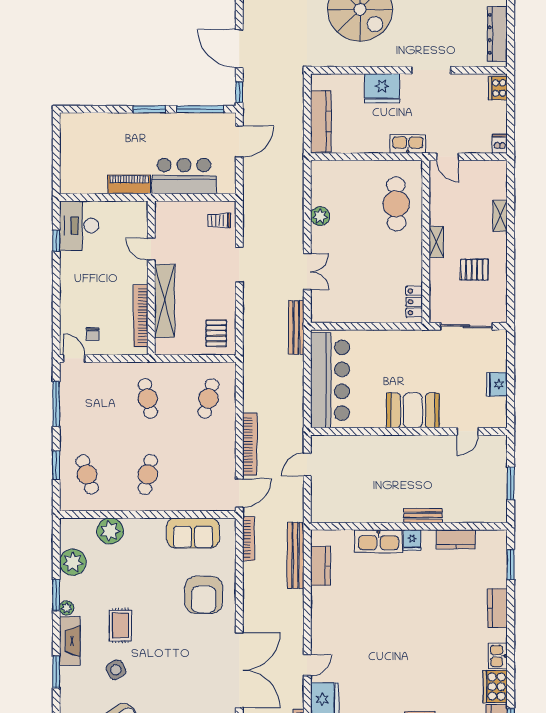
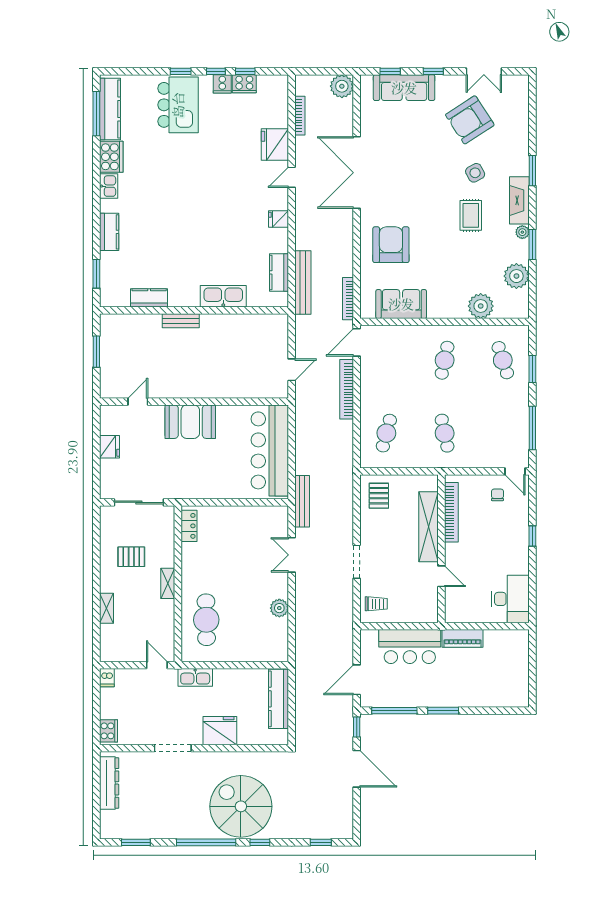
window: (56, 241) -> (532, 536), moved
fridge: (412, 540) -> (279, 219), moved, turned -90

